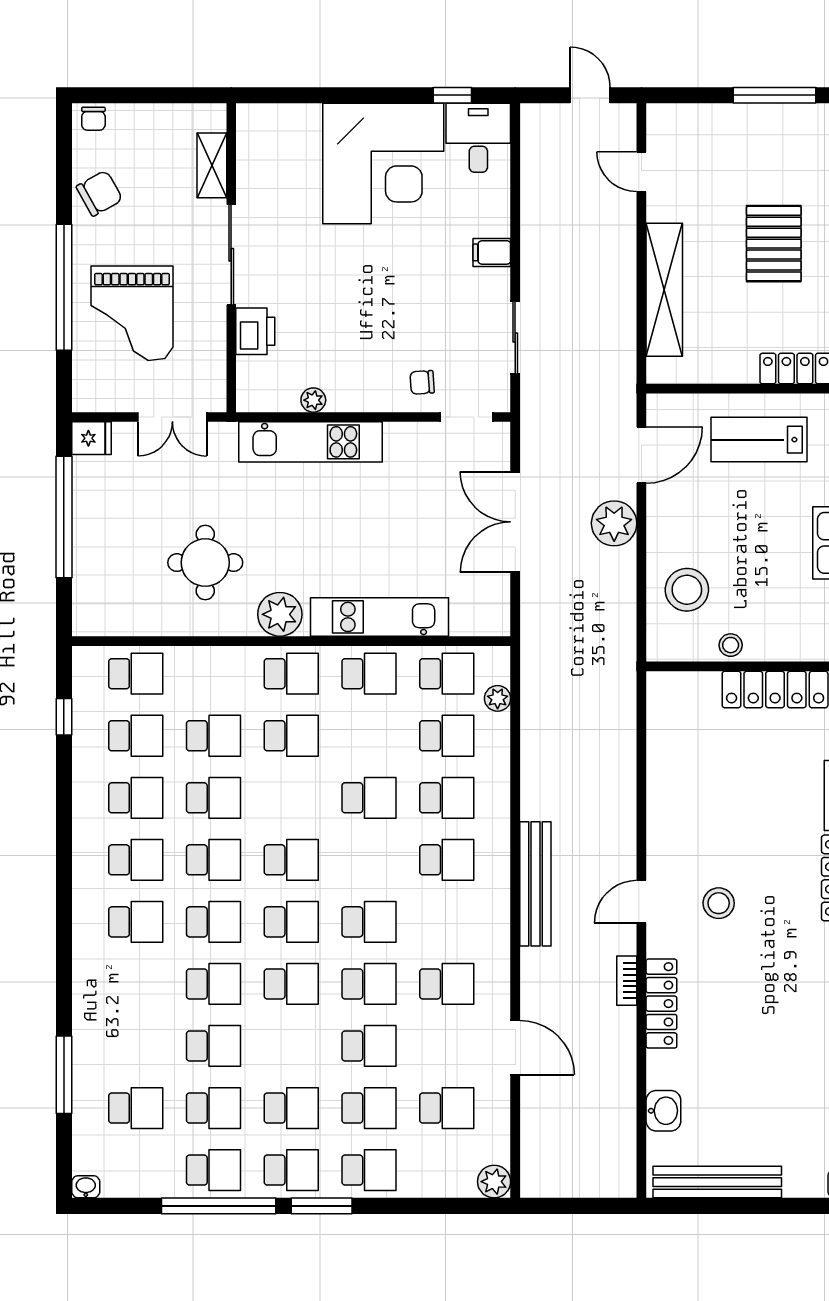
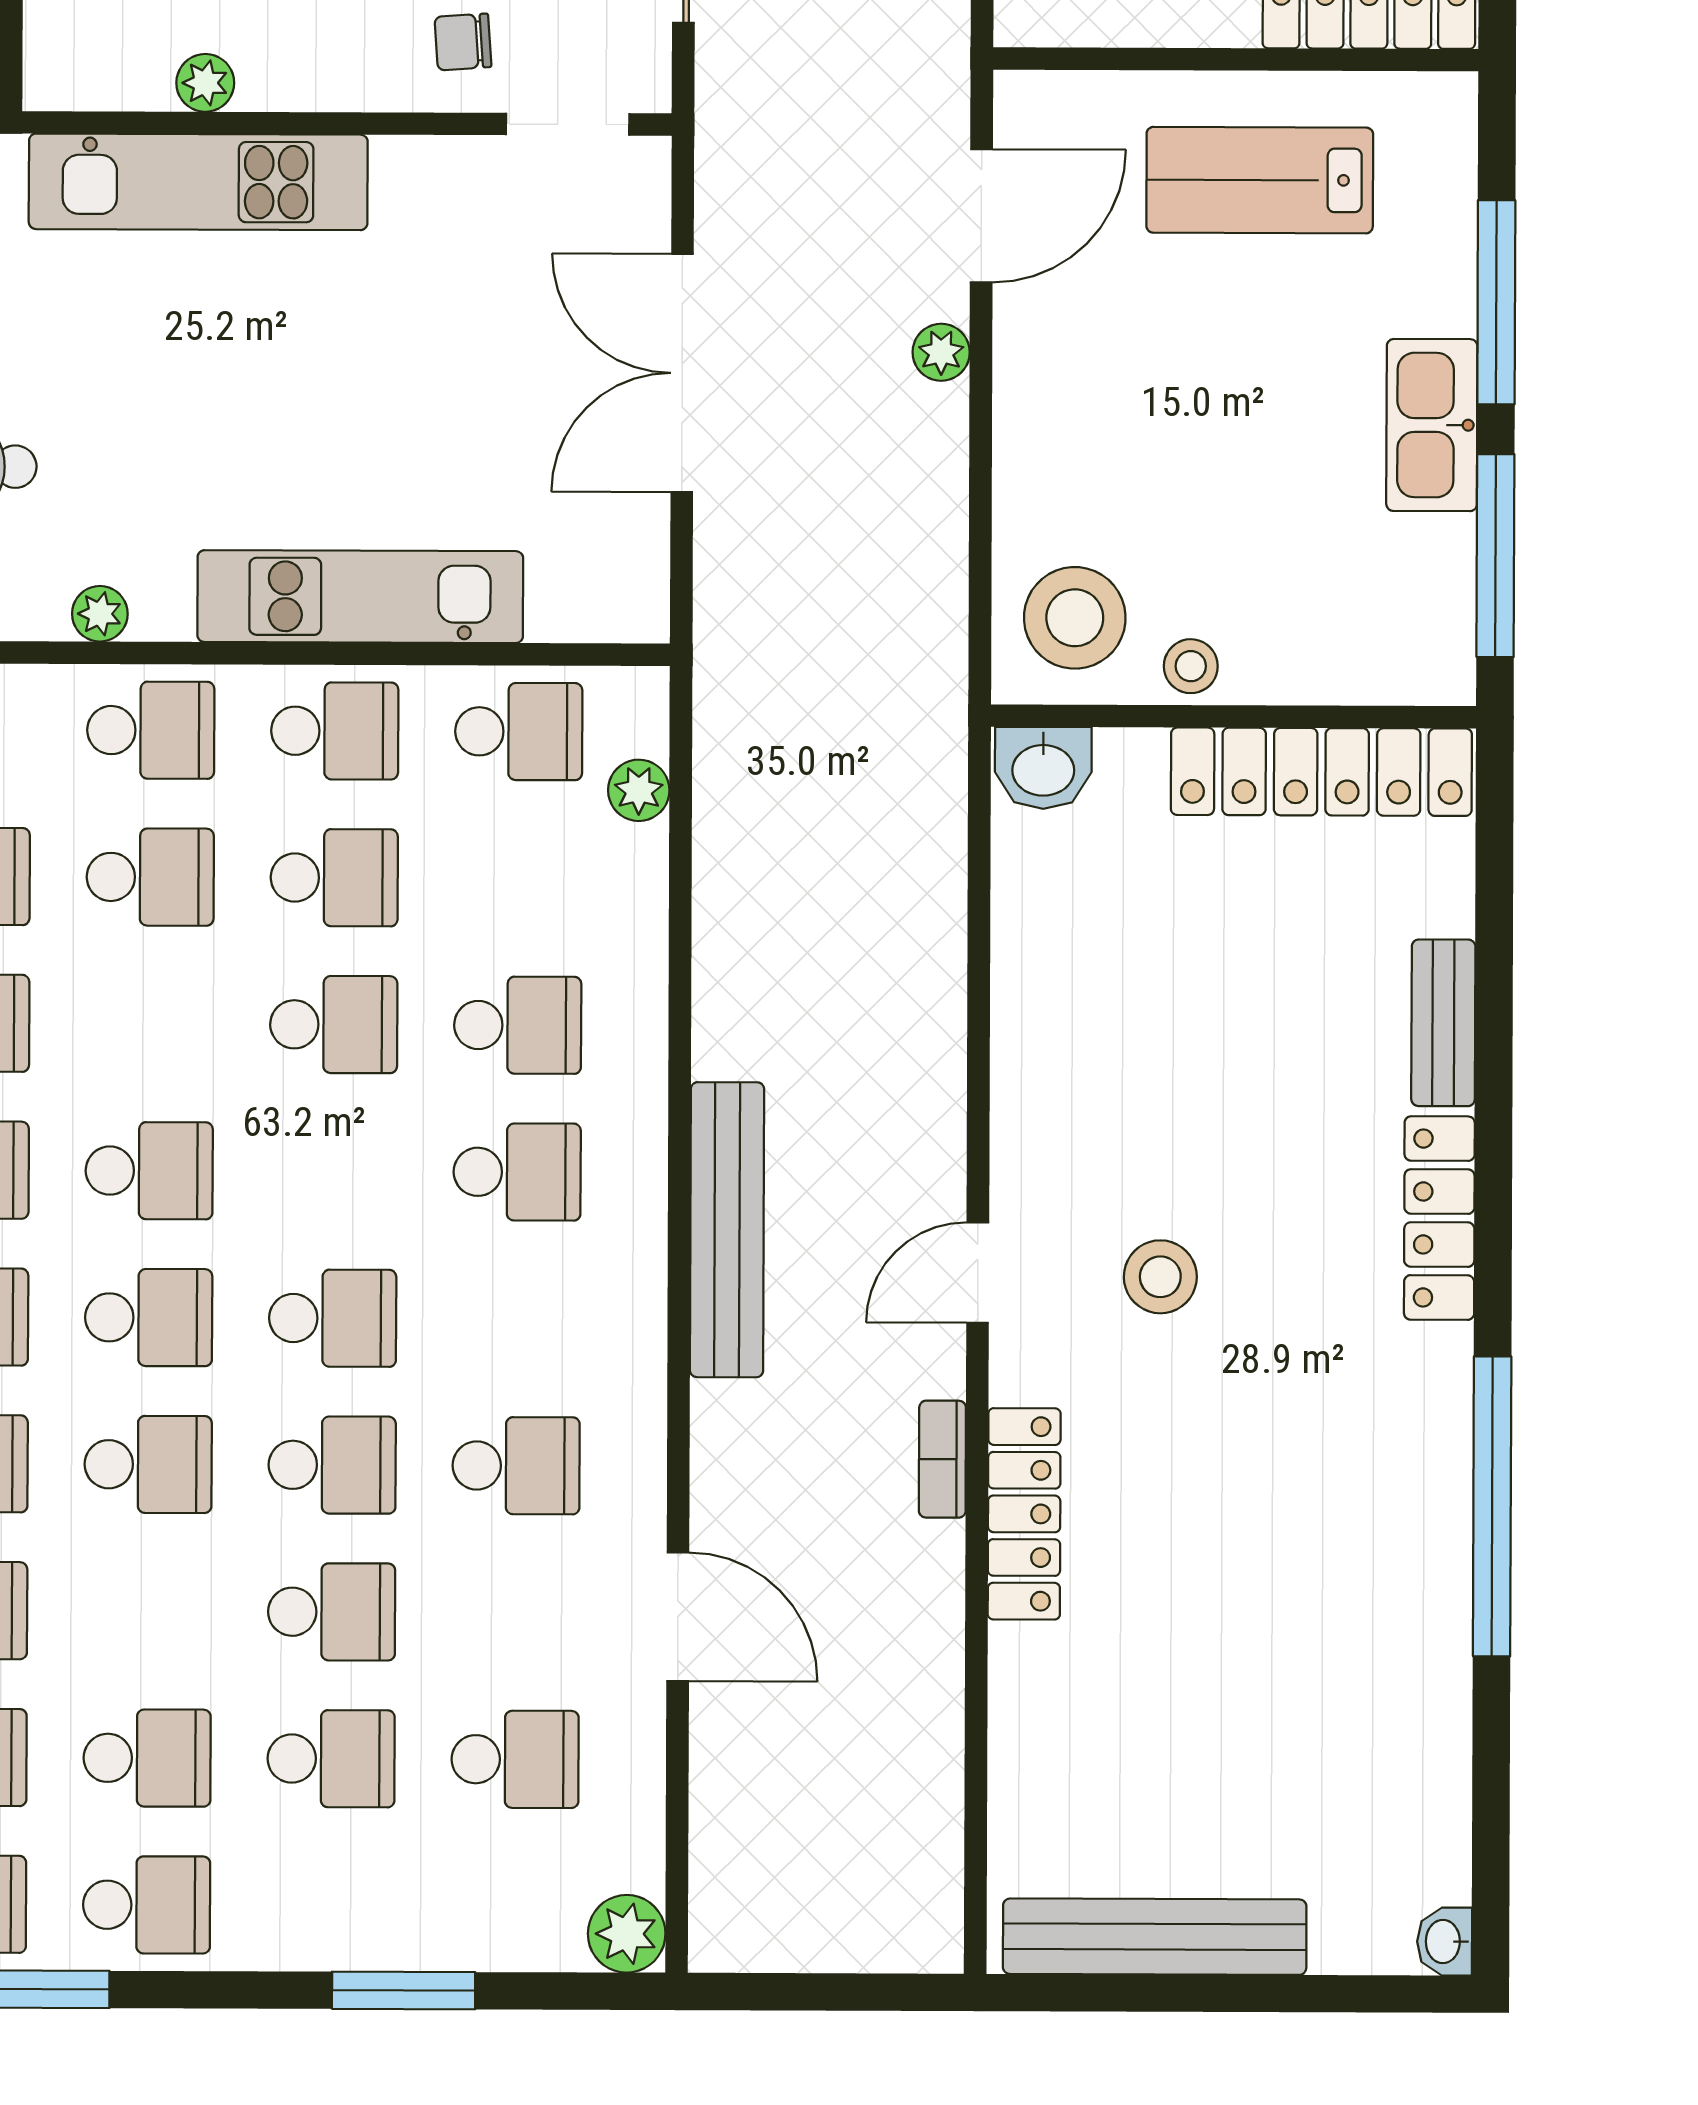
plant: (614, 523) -> (941, 352), width x0.53, depth x0.53
stool: (687, 590) -> (1075, 618), moved
plant: (280, 614) -> (100, 614), width x0.53, depth x0.53
school desk: (447, 736) -> (334, 878), moved
washbasin: (663, 1111) -> (1043, 768), moved, turned 90
school desk: (369, 1170) -> (331, 1905), removed
window: (322, 1206) -> (404, 1990), moved

